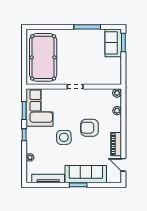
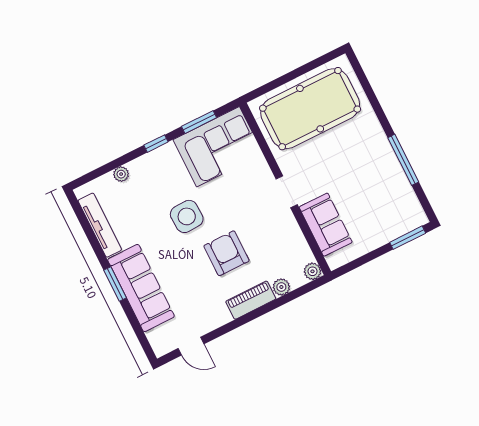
sofa: (113, 43) -> (326, 225), moved, turned 90
piano: (116, 144) -> (251, 300), moved
door: (123, 165) -> (191, 346), swing flipped

